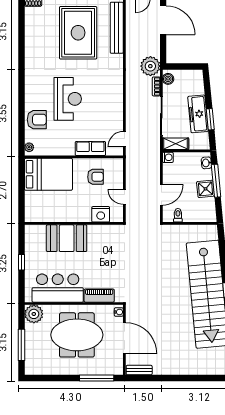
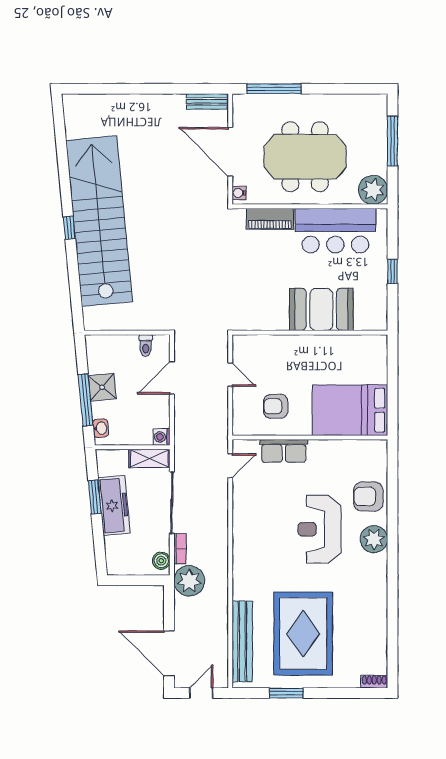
plant: (29, 147) -> (374, 539), moved, width x1.87, depth x1.87
nightstand: (101, 214) -> (268, 347), removed

